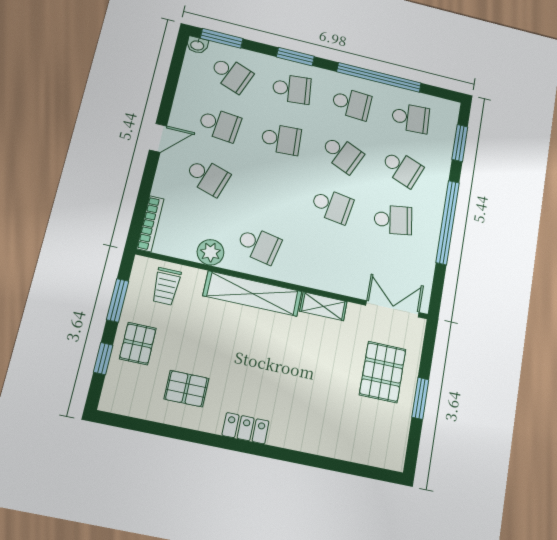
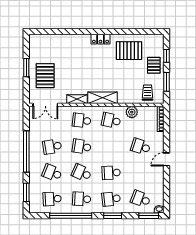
school desk: (219, 125) -> (82, 120), moved
shelving: (253, 294) -> (103, 98), width x0.68
pallet: (186, 389) -> (129, 51), width x1.50, depth x1.42

